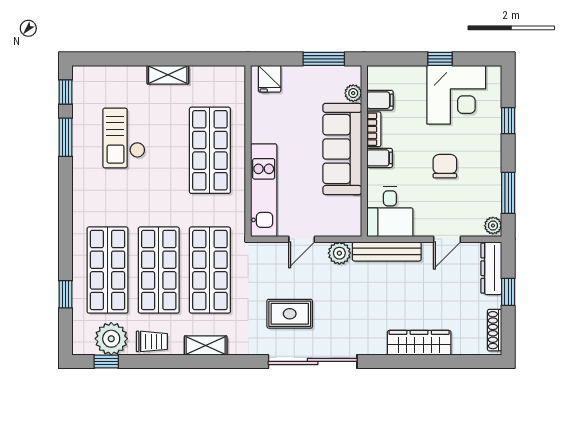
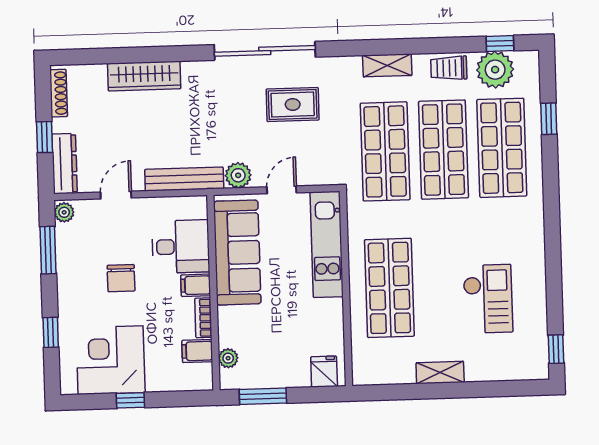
window: (66, 137) -> (554, 298), removed
sofa: (342, 149) -> (237, 253), moved
desk: (390, 212) -> (181, 247), moved, turned 90

